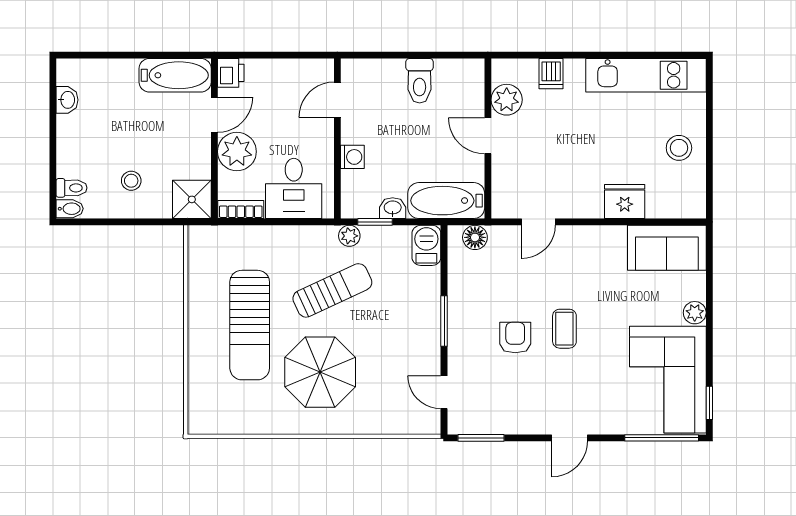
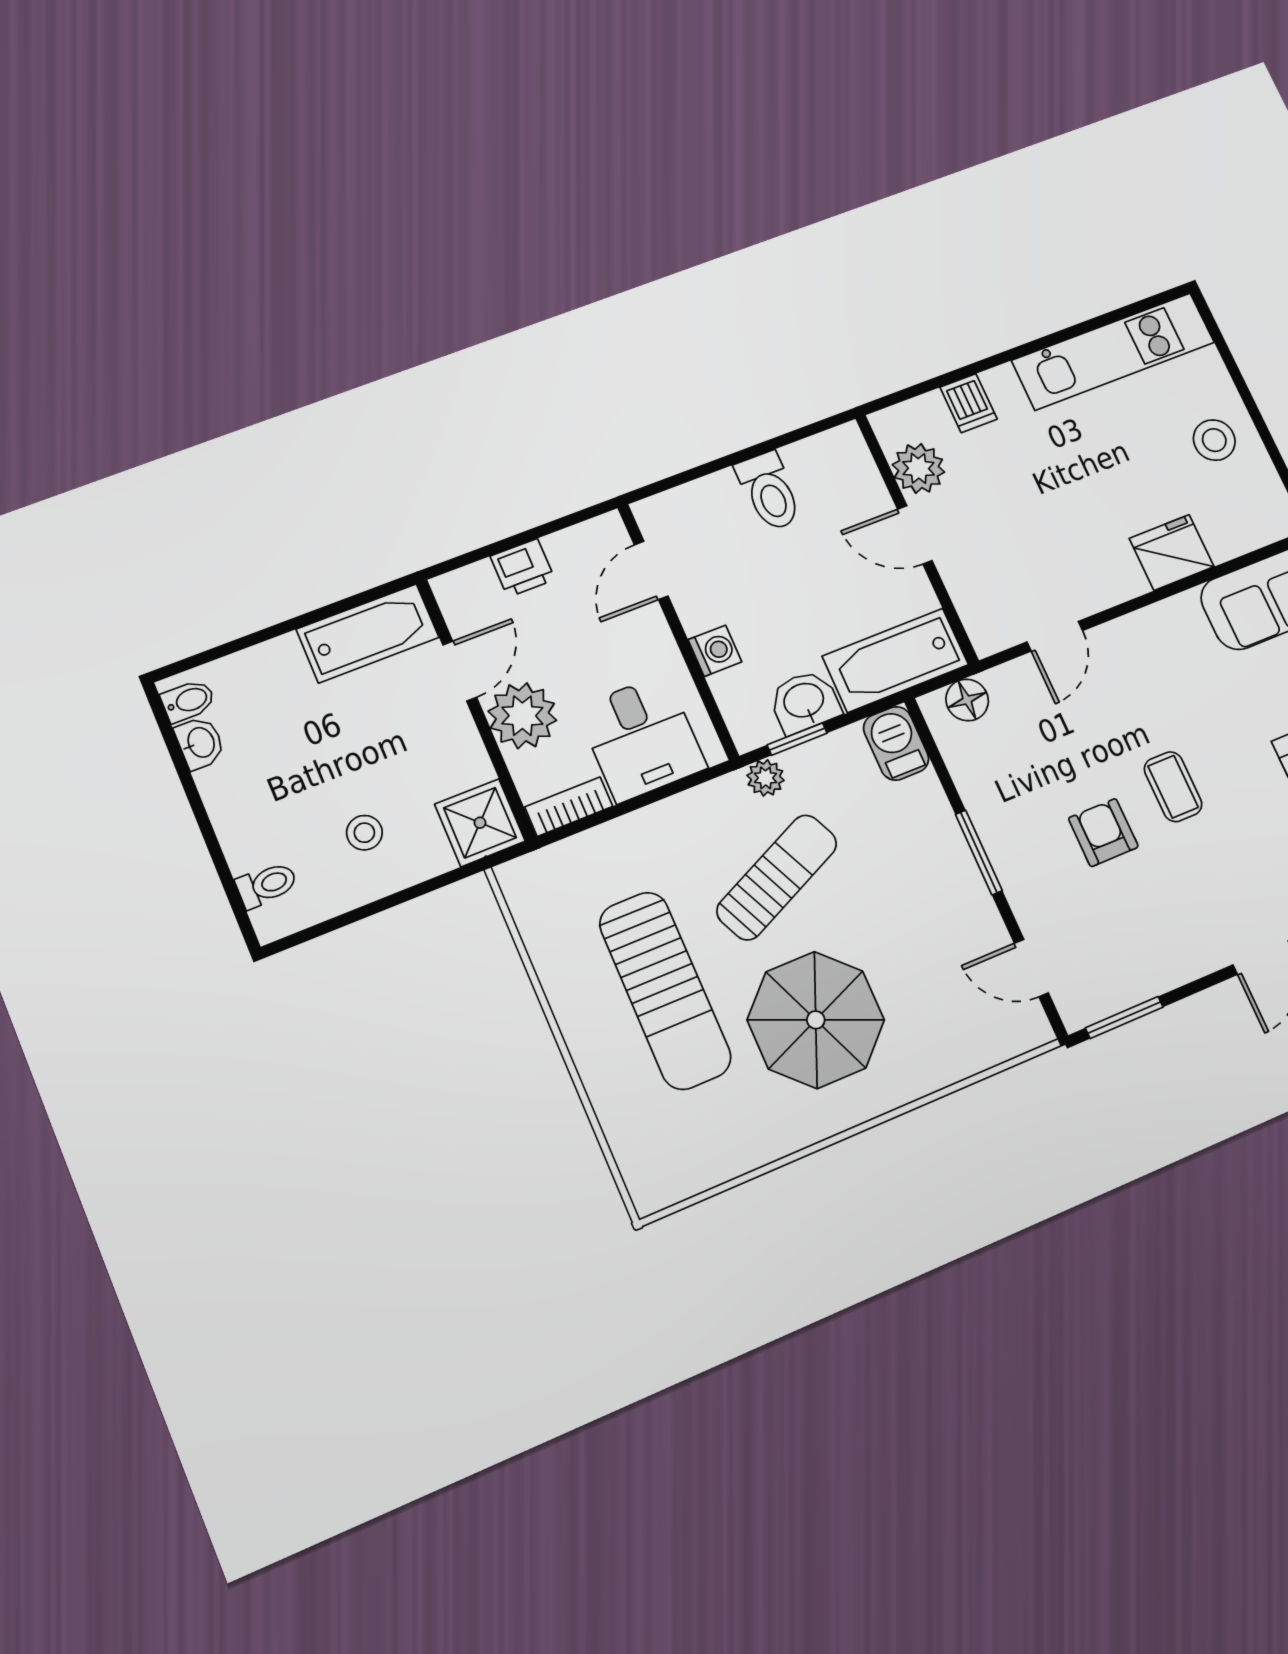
printer: (231, 73) -> (523, 568), moved, turned 90
washbasin: (393, 208) -> (804, 702), width x1.38, depth x1.45
bidet: (70, 209) -> (188, 701), moved

